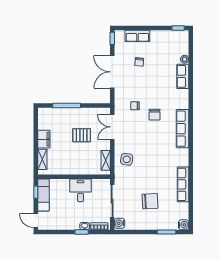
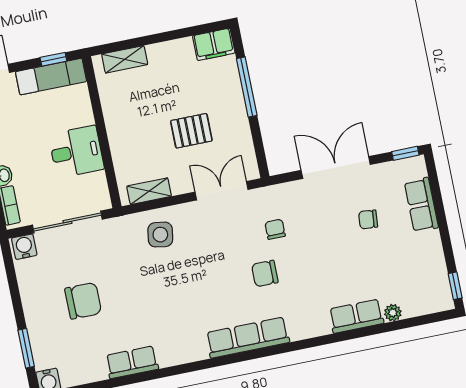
pallet: (82, 135) -> (191, 131), turned 90
filing cabinet: (44, 139) -> (214, 44), moved
row of seats: (183, 184) -> (132, 362), width x0.68
chair: (150, 201) -> (83, 301), turned -87

